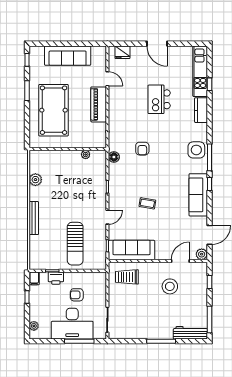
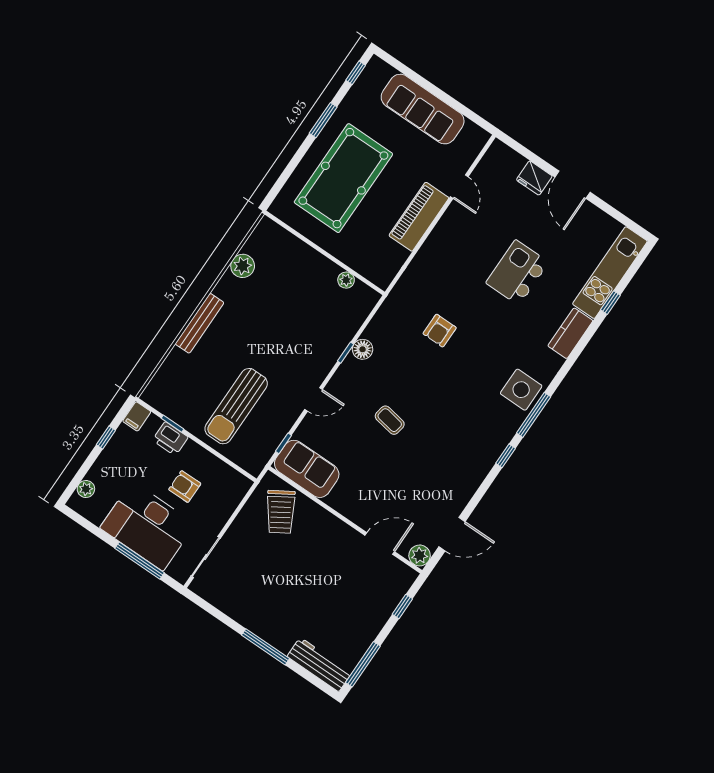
fridge: (122, 52) -> (534, 178), moved
floor lamp: (114, 157) -> (363, 349), moved
sofa: (198, 195) -> (477, 461), removed
sofa: (132, 250) -> (307, 469), width x0.73
trolley: (127, 277) -> (281, 512), turned -122
stool: (170, 286) -> (337, 572), removed

